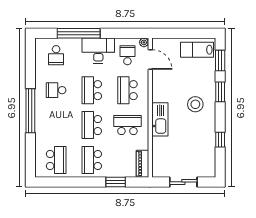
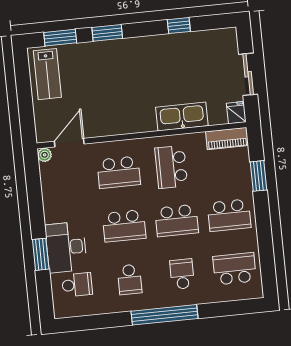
window: (79, 33) -> (41, 254), width x0.47
desk: (98, 50) -> (66, 247), moved
school desk: (127, 55) -> (182, 274), moved, turned 90
stool: (195, 104) -> (130, 68), removed
kitchen sink: (160, 119) -> (182, 117), moved
fridge: (159, 172) -> (236, 113), added

